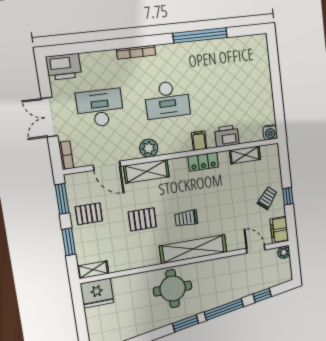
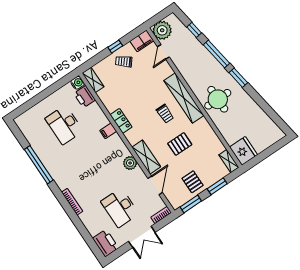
desk: (167, 100) -> (64, 125), moved, turned 180
printer: (227, 136) -> (85, 97), moved
shelving: (245, 155) -> (93, 80), moved
pallet: (142, 219) -> (180, 144), turned 90
plant: (284, 252) -> (162, 30), width x1.88, depth x1.88

